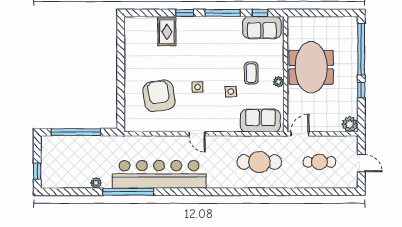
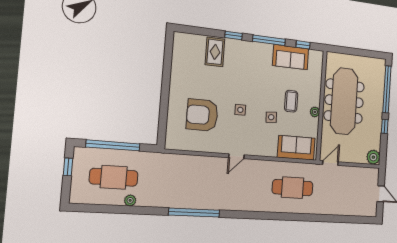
sofa: (262, 27) -> (291, 57), moved
meeting table: (311, 67) -> (344, 101), width x1.36
armchair: (159, 96) -> (202, 115), turned -81
door: (197, 134) -> (236, 156), hinge flipped
cafe table: (319, 162) -> (114, 177), moved, width x1.37, depth x1.35
window: (37, 171) -> (68, 167), moved
bar counter: (159, 174) -> (196, 195), removed
window: (128, 192) -> (194, 213), moved

